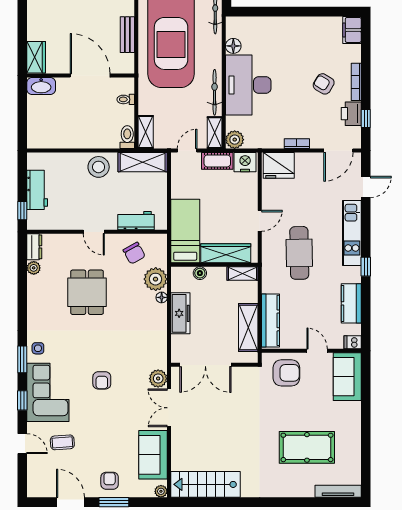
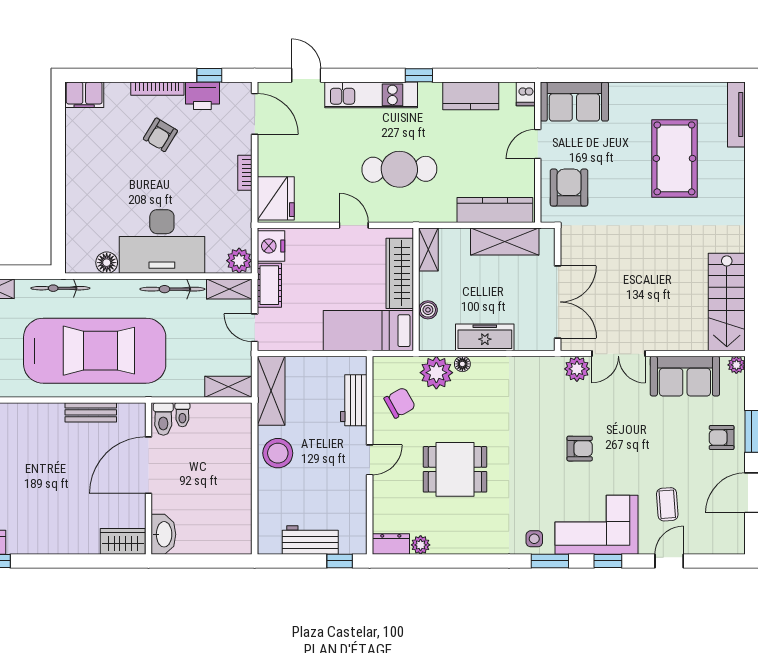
toilet: (127, 137) -> (163, 419), moved, turned -90

